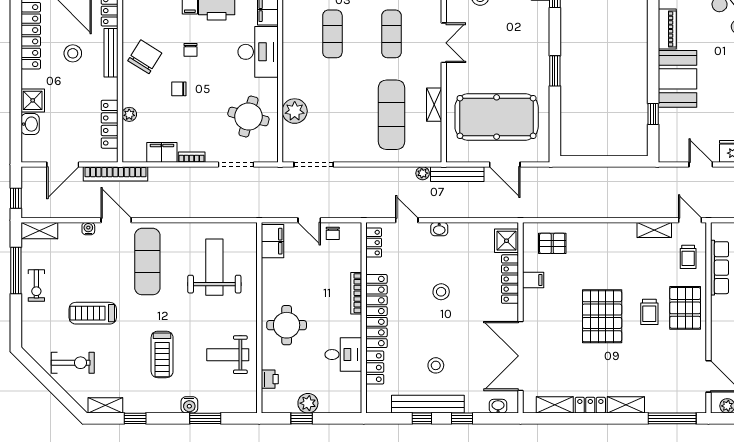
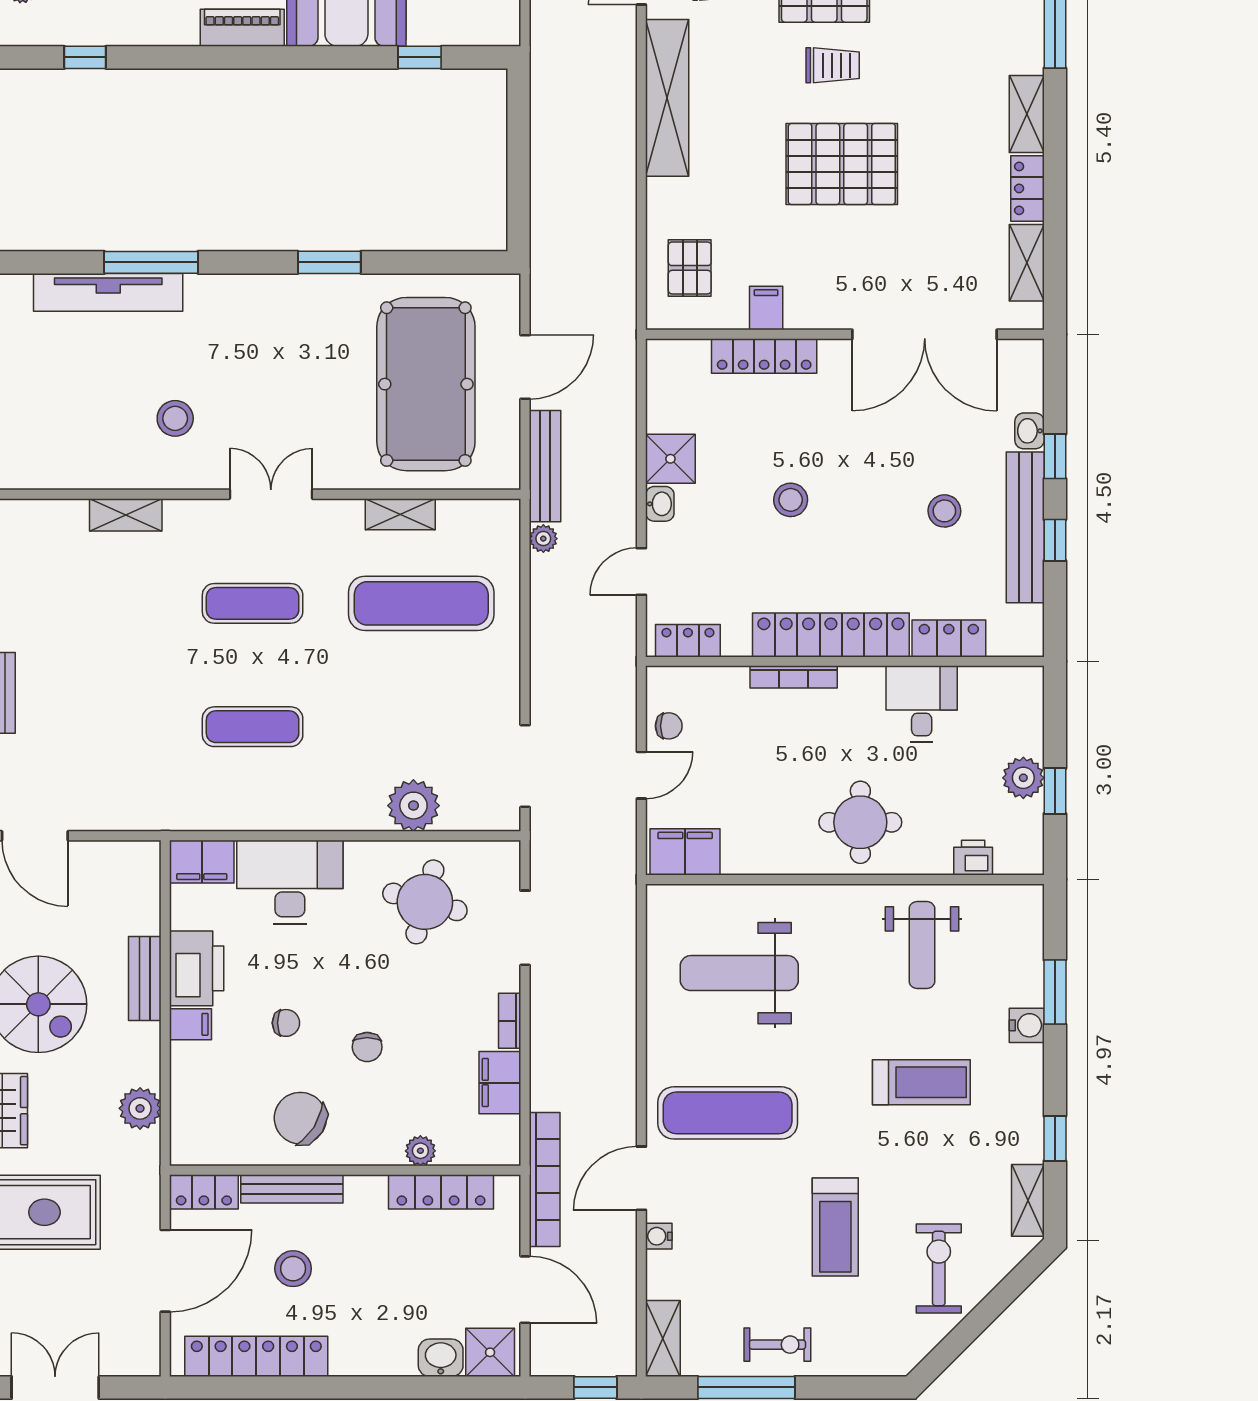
shower: (33, 100) -> (490, 1352), moved
shelving: (654, 230) -> (667, 98), width x2.20, depth x1.33
shower: (506, 241) -> (670, 459), moved
washbasin: (498, 406) -> (1029, 431), moved

